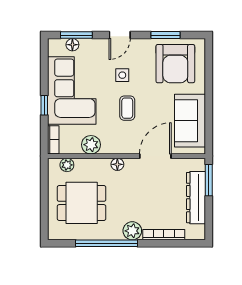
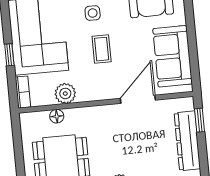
floor lamp: (117, 164) -> (57, 116), moved
plant: (67, 165) -> (41, 118), removed
window: (209, 180) -> (200, 120), width x0.67

